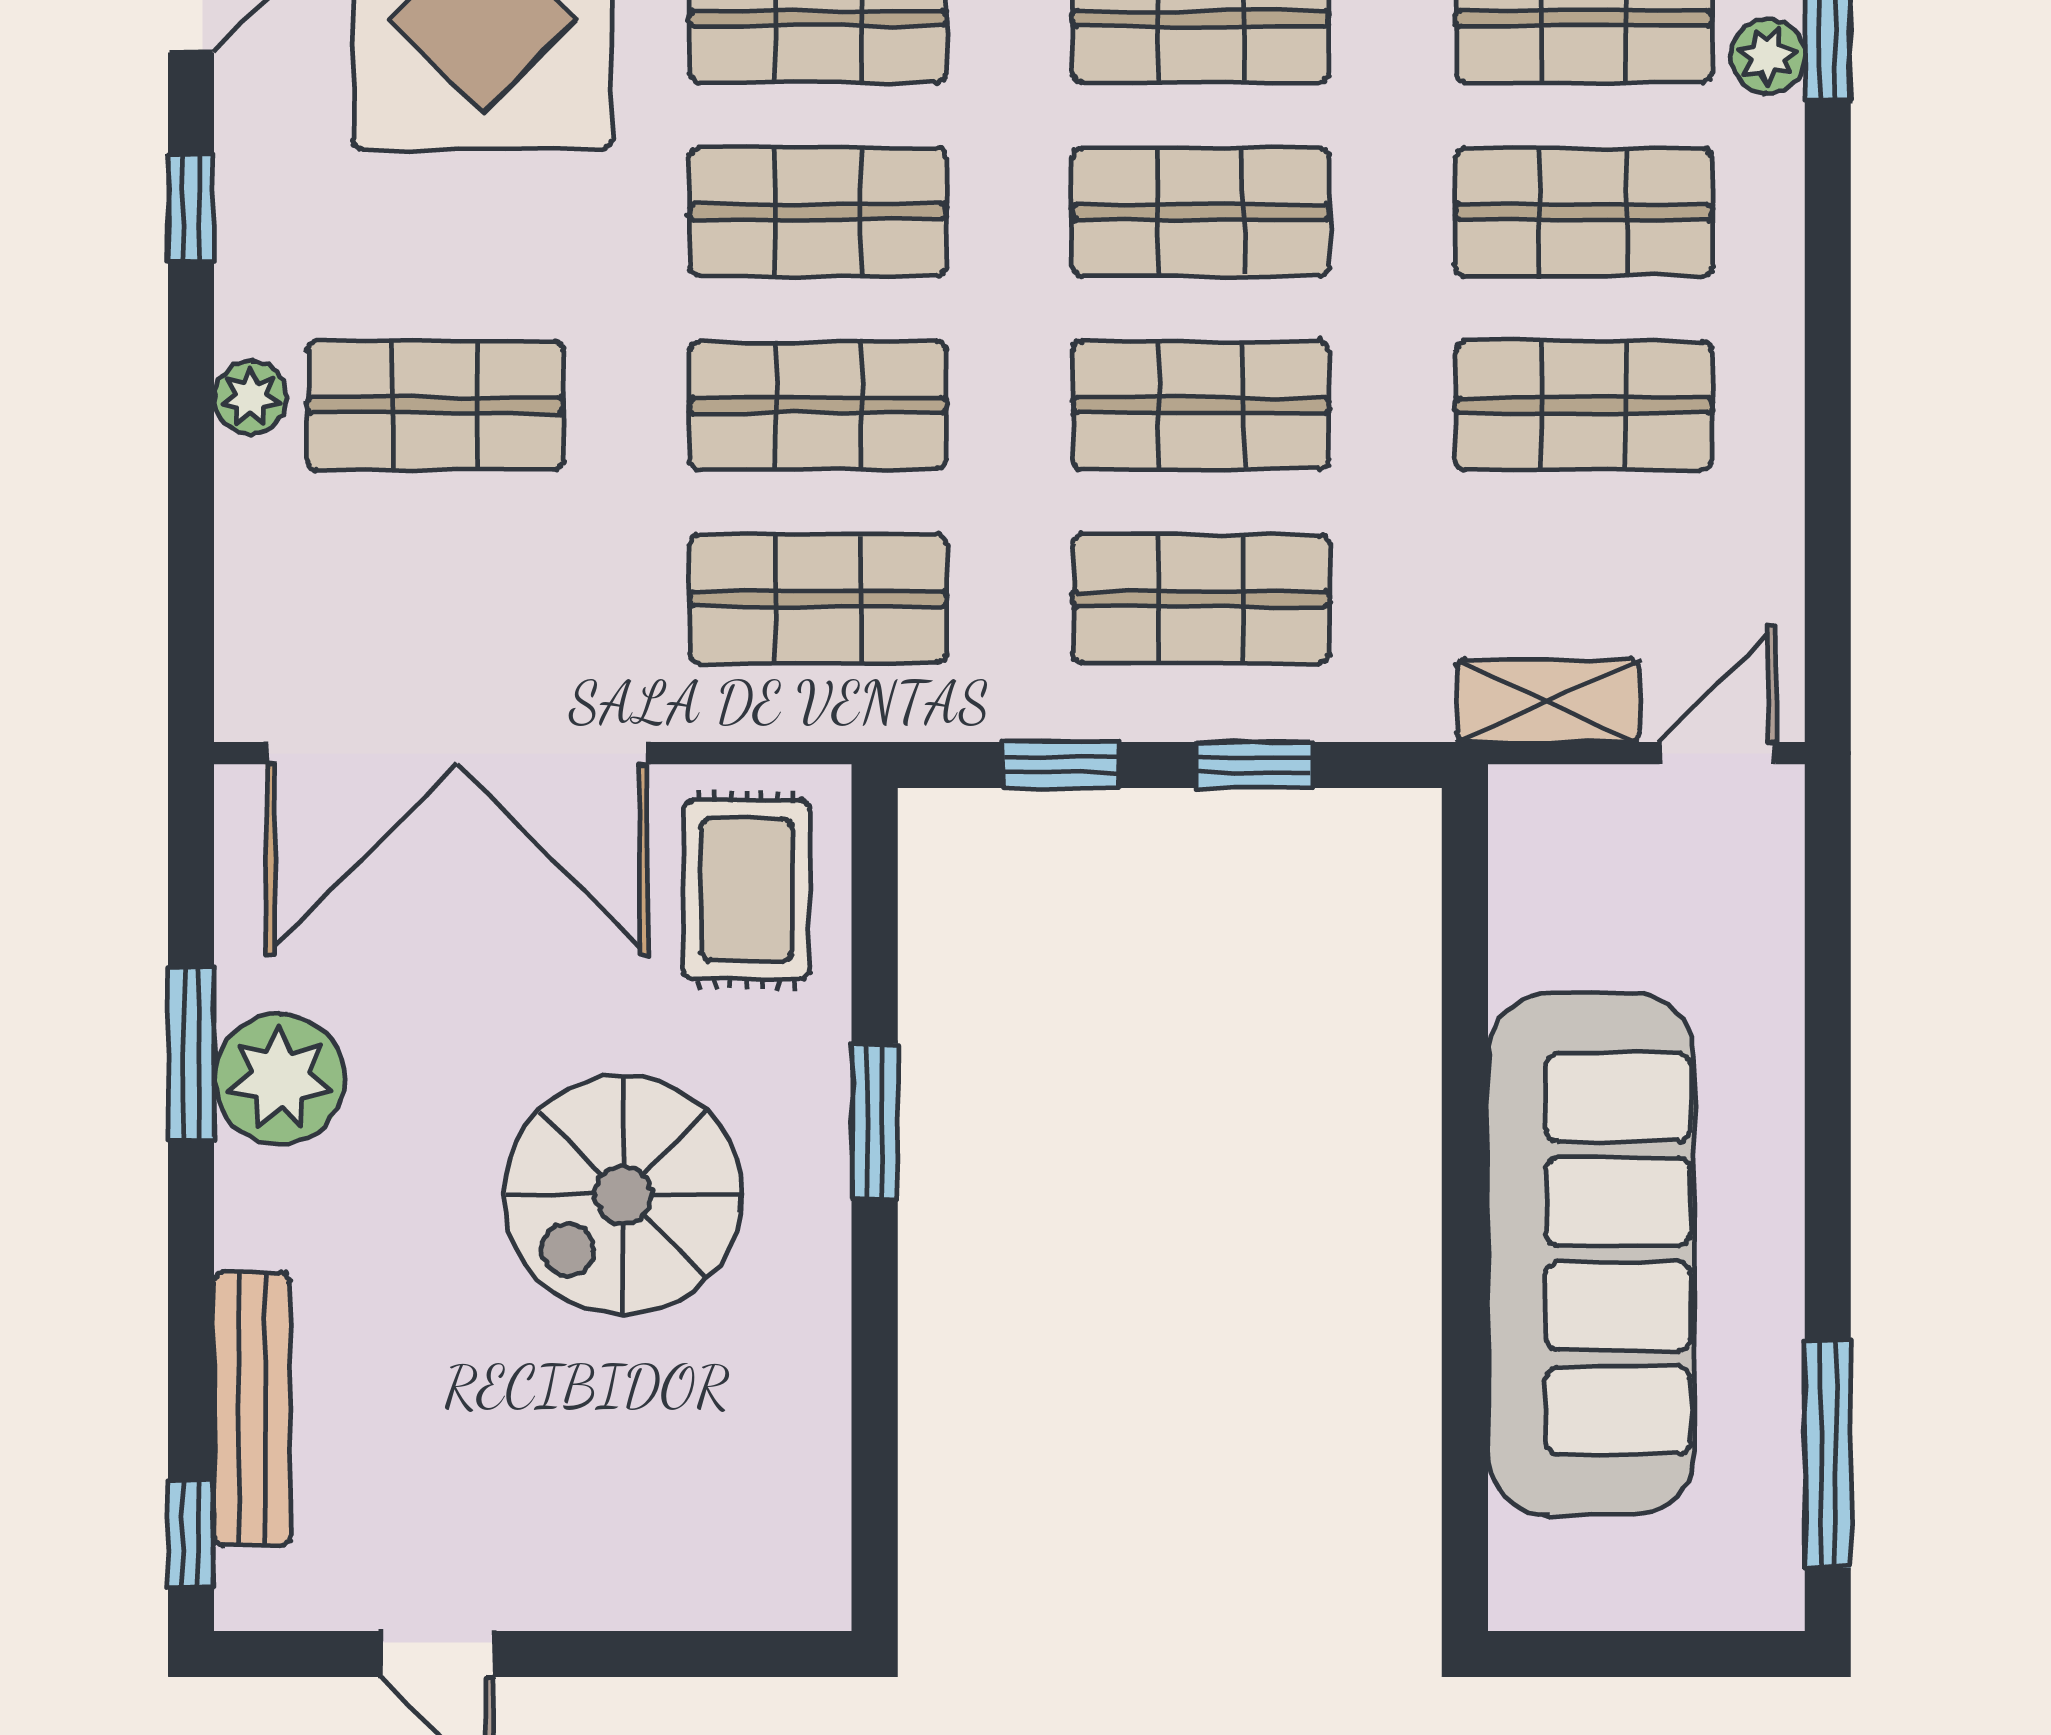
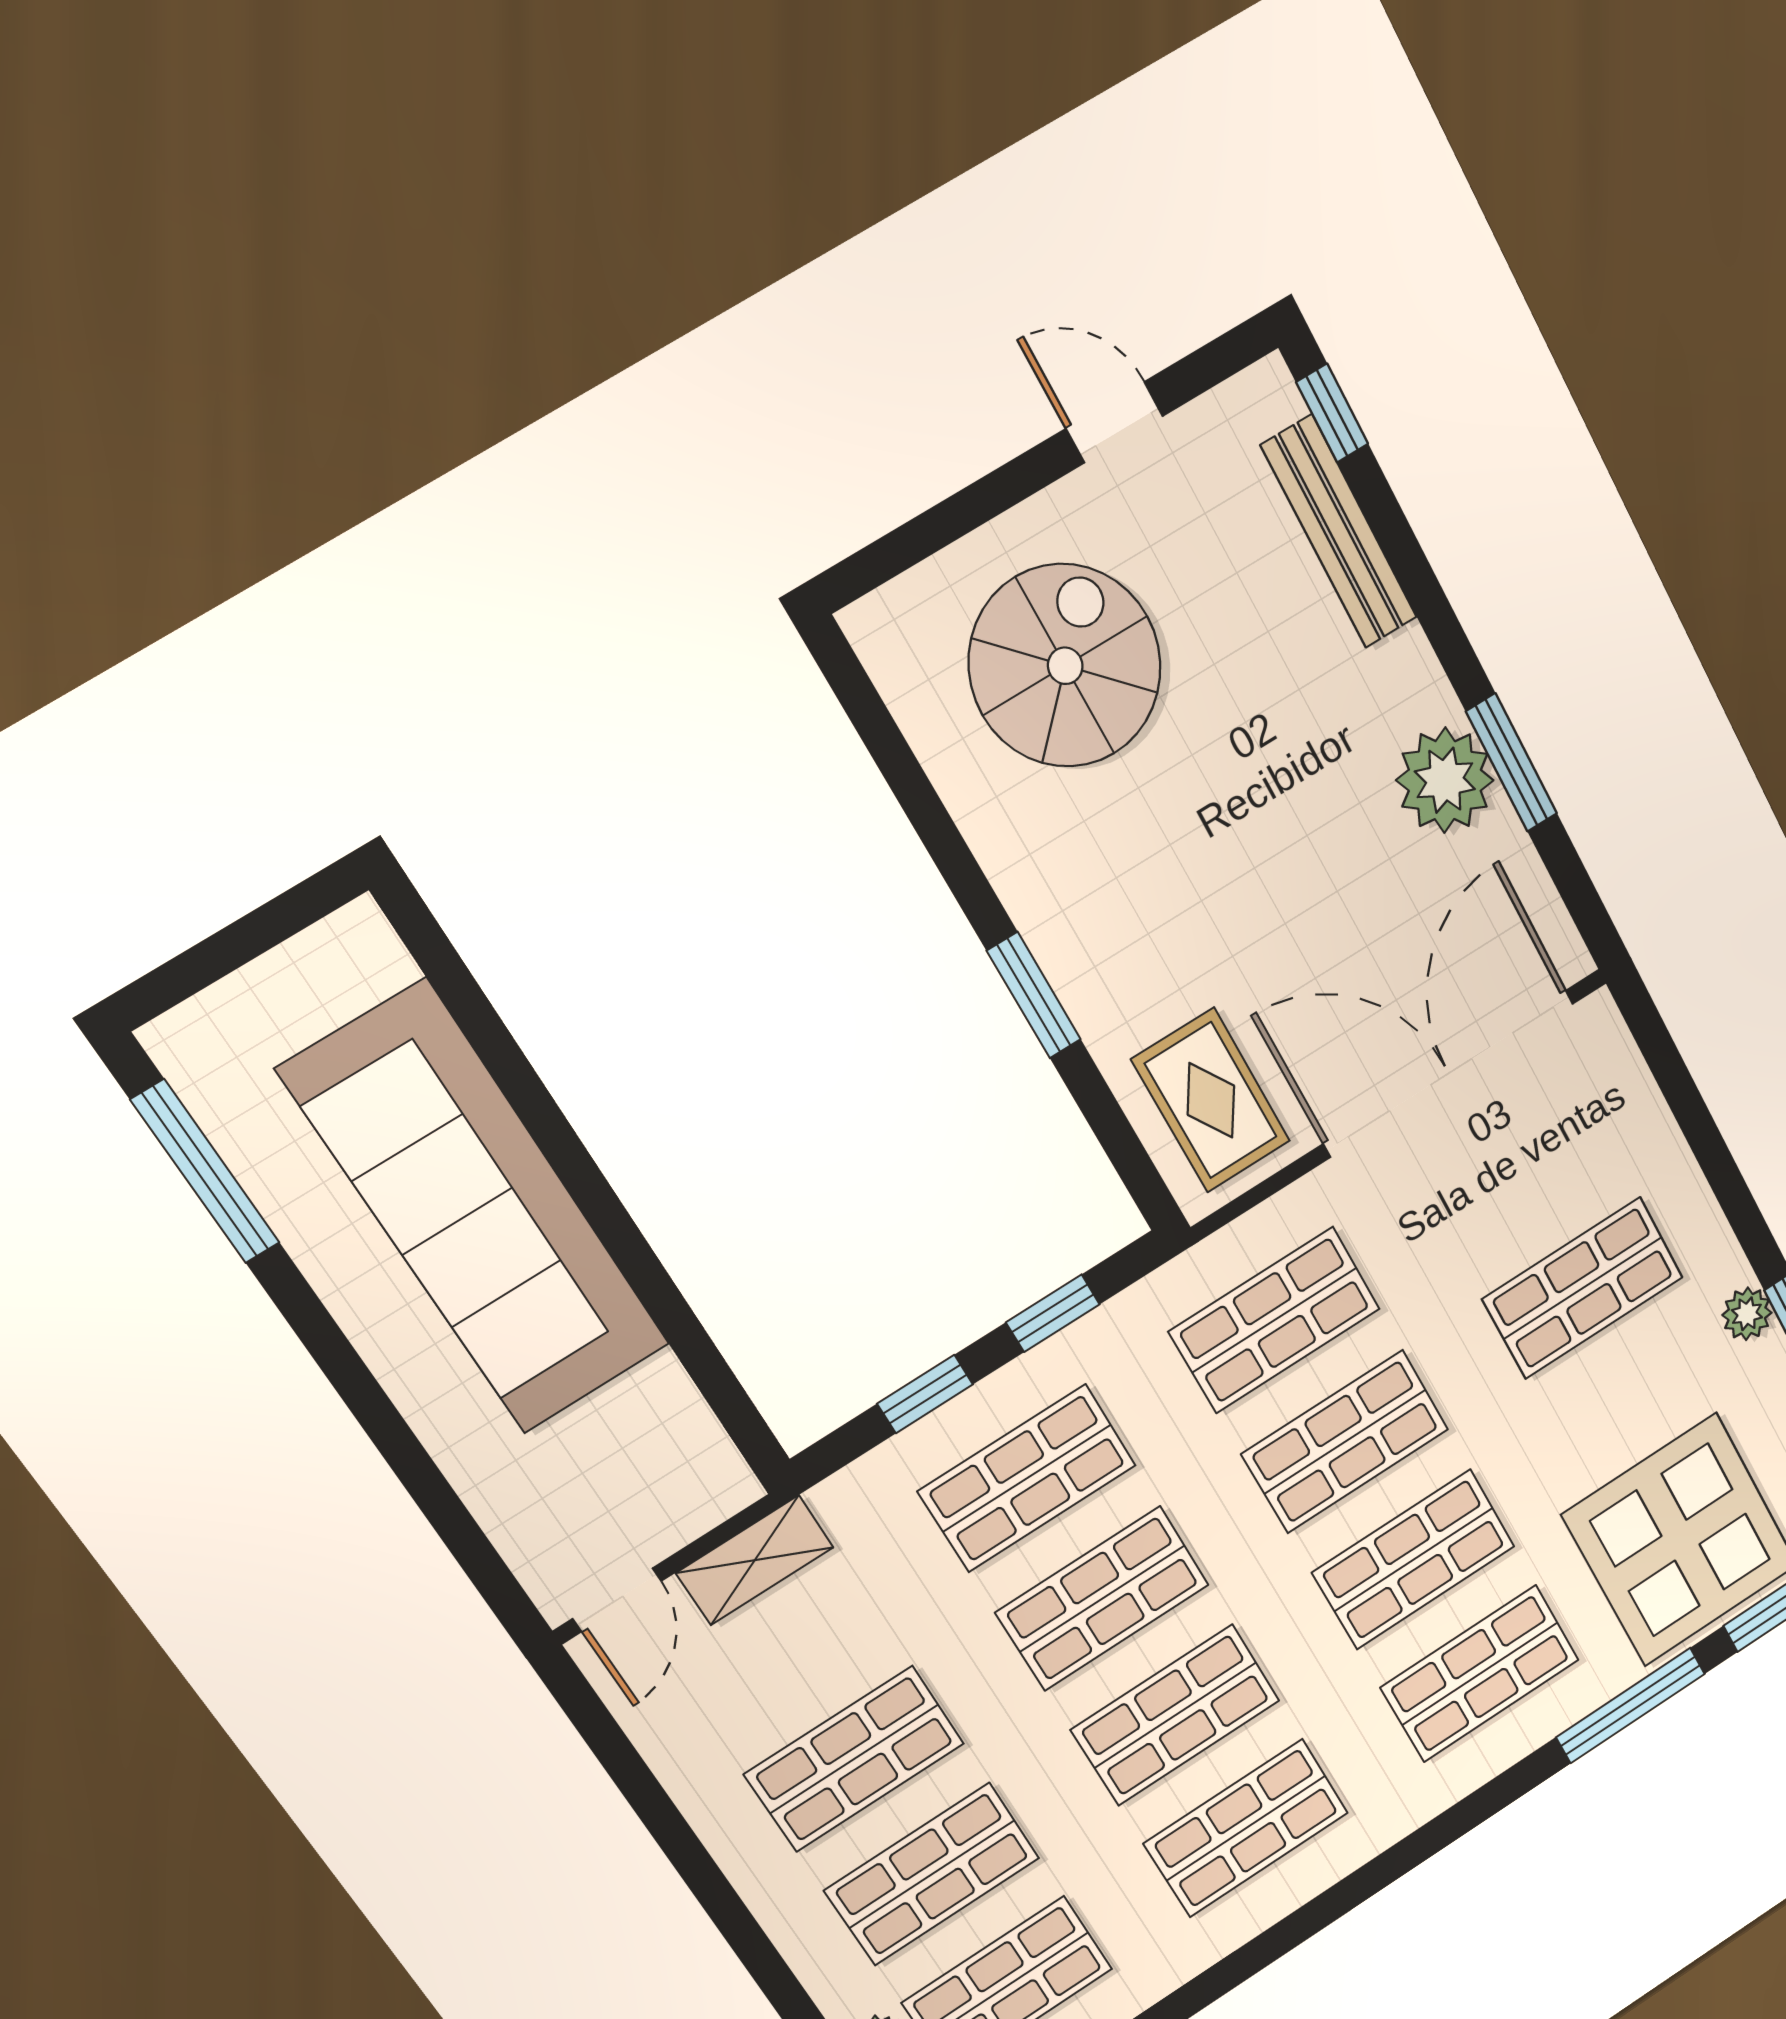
plant: (250, 398) -> (1747, 1314), moved
spiral stairs: (623, 1195) -> (1065, 666), moved

